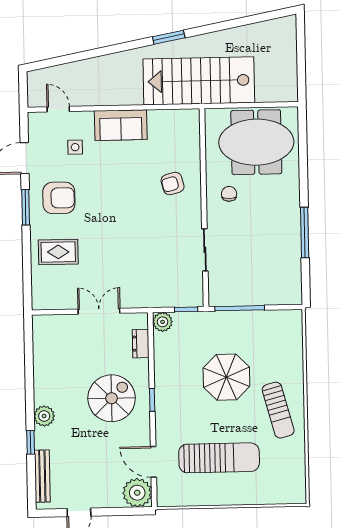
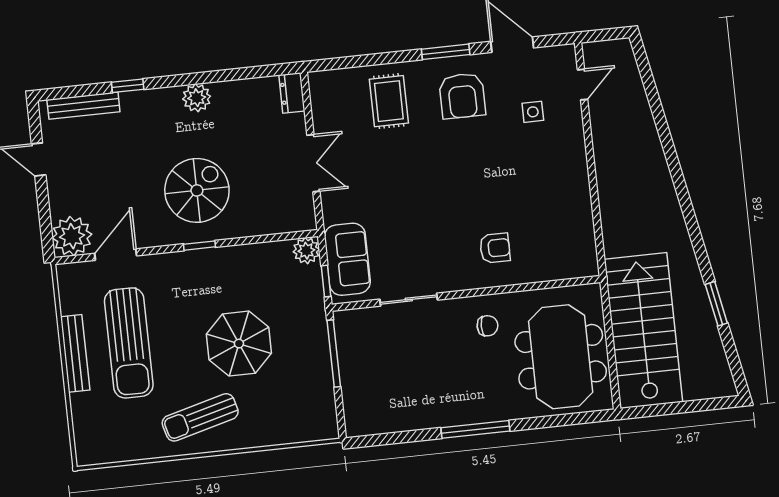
window: (169, 37) -> (716, 304), moved
stairs: (199, 81) -> (643, 331), moved
sofa: (121, 125) -> (347, 259), moved, turned 180
armchair: (173, 183) -> (495, 248), turned 105
window: (305, 232) -> (475, 429), moved
dresser: (141, 344) -> (292, 93), moved, turned -90
spiral stairs: (112, 398) -> (197, 190), turned -90
plant: (44, 416) -> (197, 98), moved
bench: (223, 498) -> (75, 353), added

